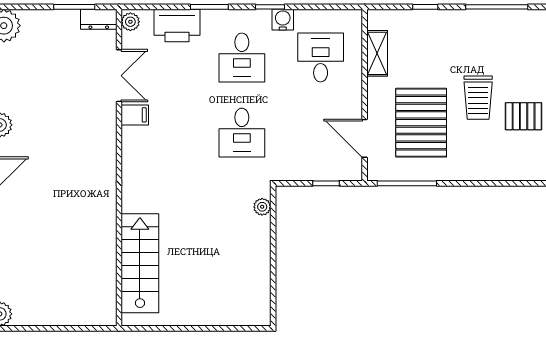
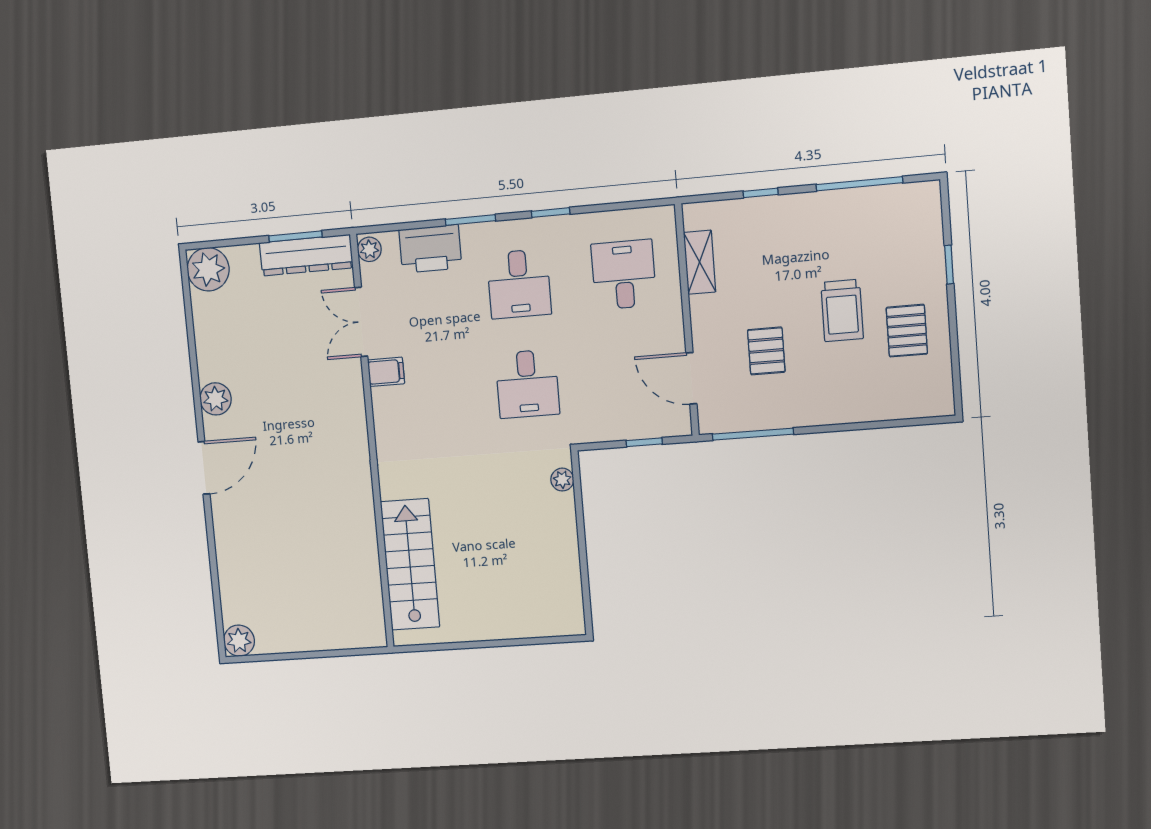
dresser: (99, 19) -> (306, 255), width x1.96, depth x1.24
water cooler: (283, 20) -> (569, 228), removed
double door: (119, 76) -> (361, 322), swing flipped
pallet: (524, 116) -> (907, 331), turned 90
pallet: (421, 123) -> (766, 351), width x0.49, depth x0.50

